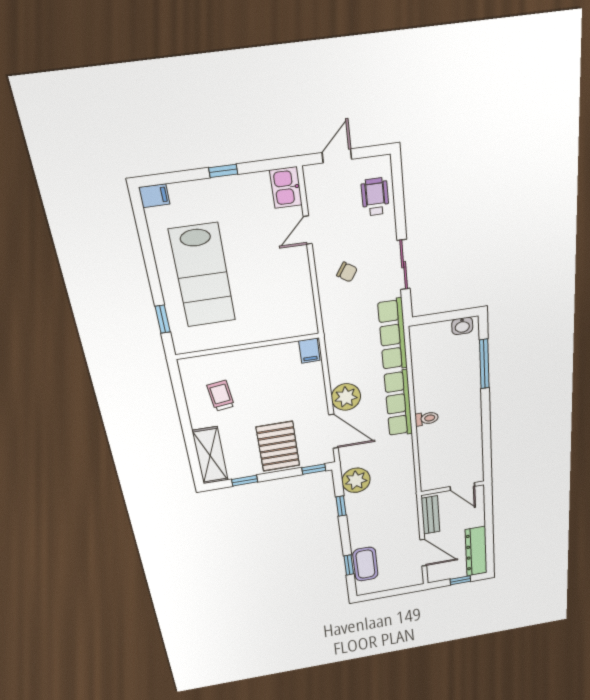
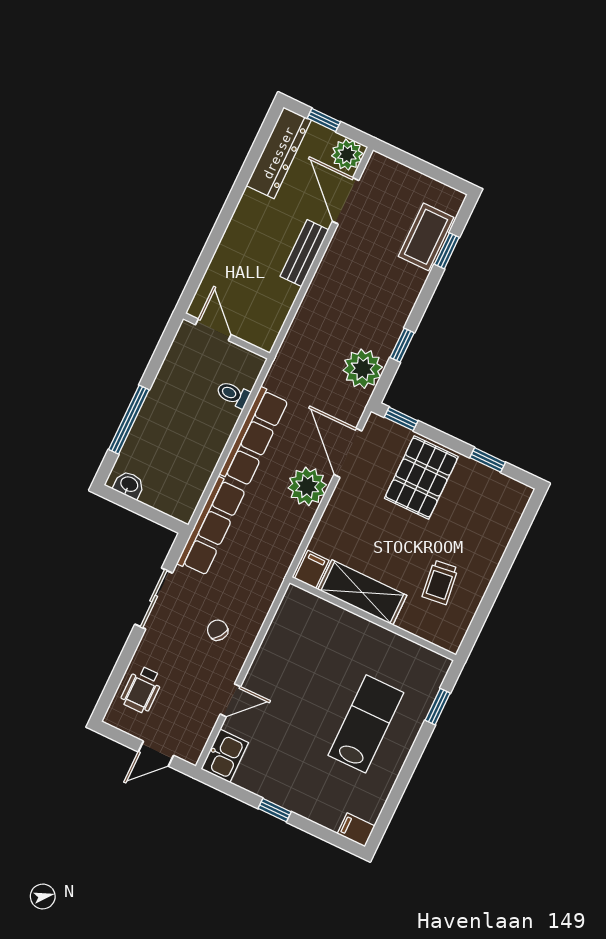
lab bench: (203, 276) -> (366, 724), width x0.73, depth x0.72
shelving: (210, 456) -> (362, 592), moved, turned 90
door: (462, 486) -> (213, 330), moved
wall: (453, 488) -> (226, 336), moved
plant: (437, 573) -> (347, 155), added

